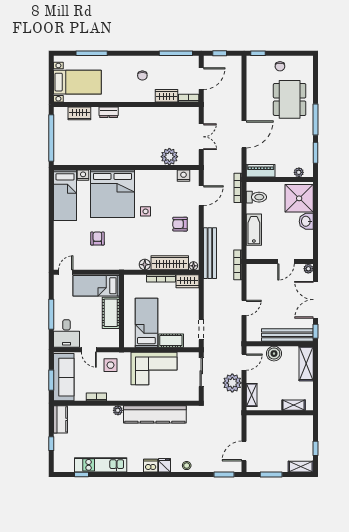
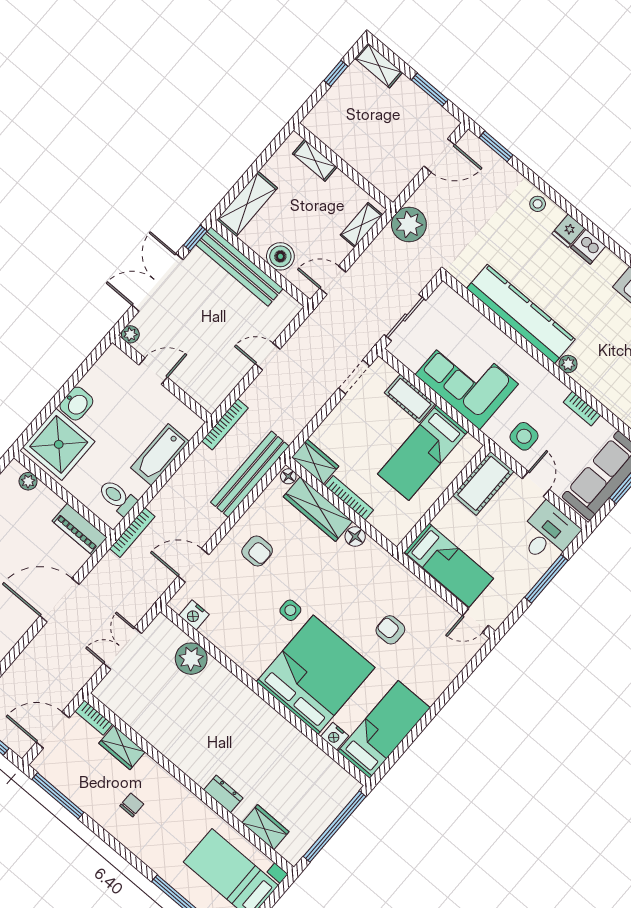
armchair: (97, 238) -> (390, 630), turned 90
double door: (315, 300) -> (157, 282), swing flipped
cot: (111, 313) -> (483, 483), moved
plant: (232, 383) -> (409, 224), moved

